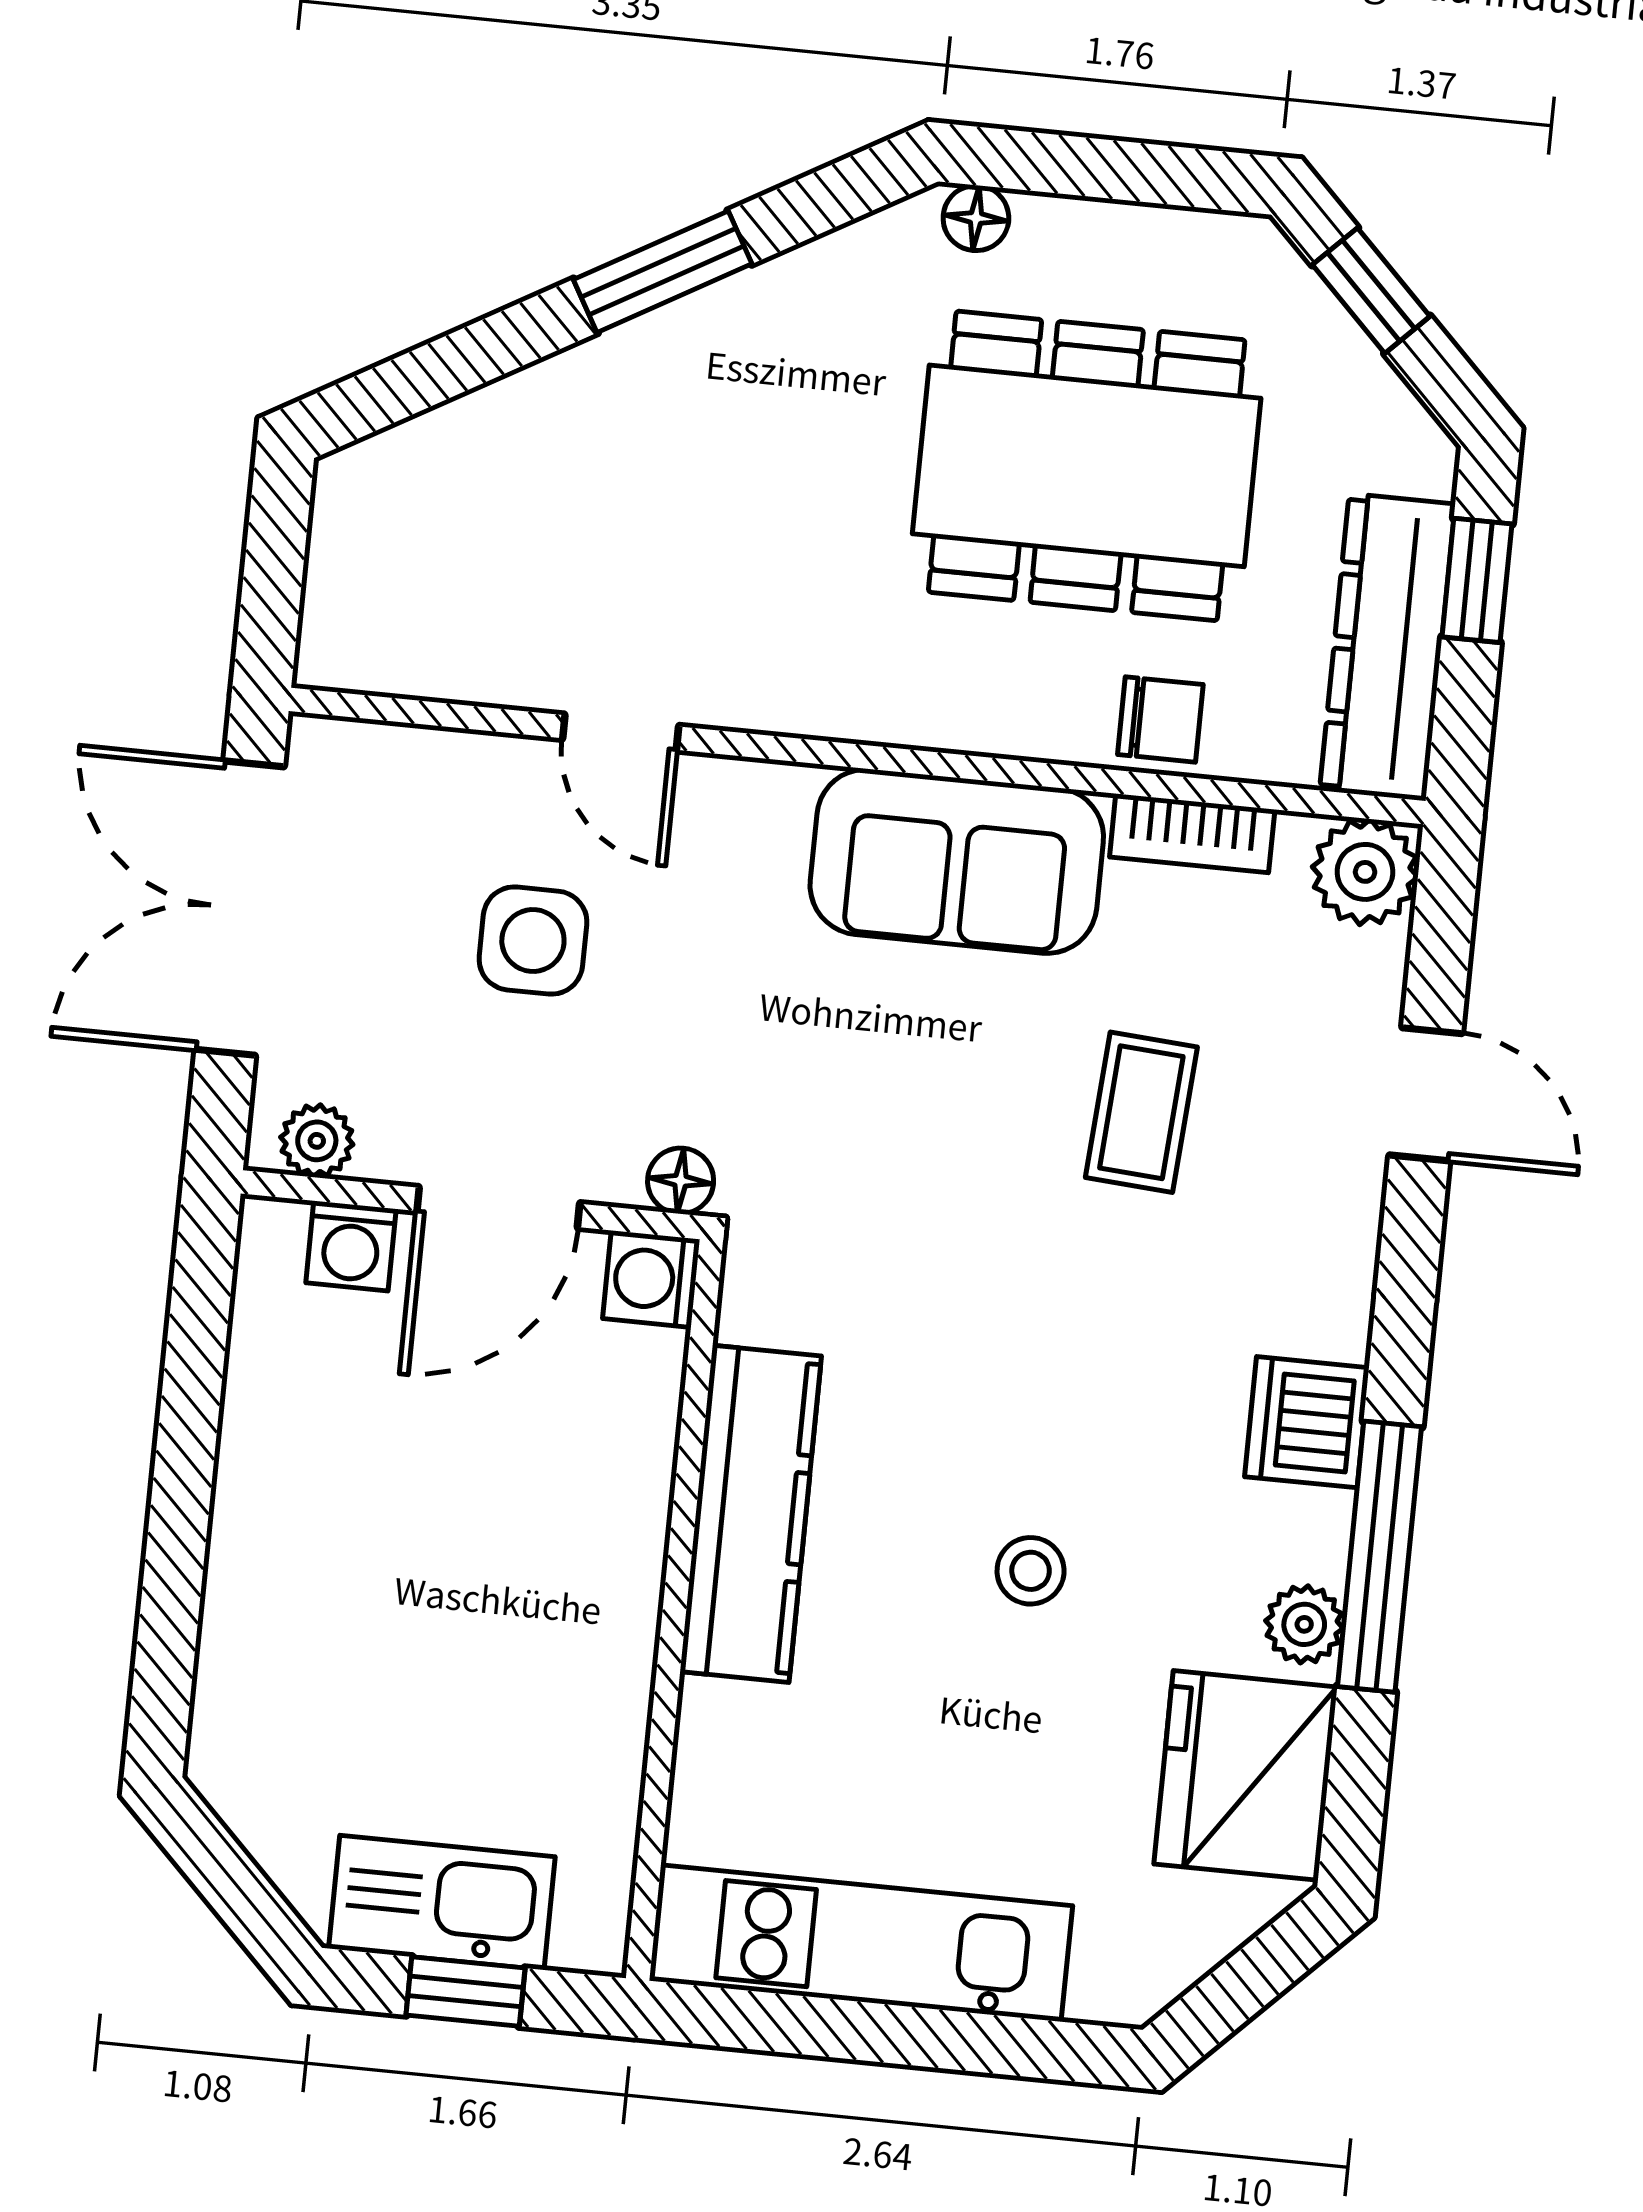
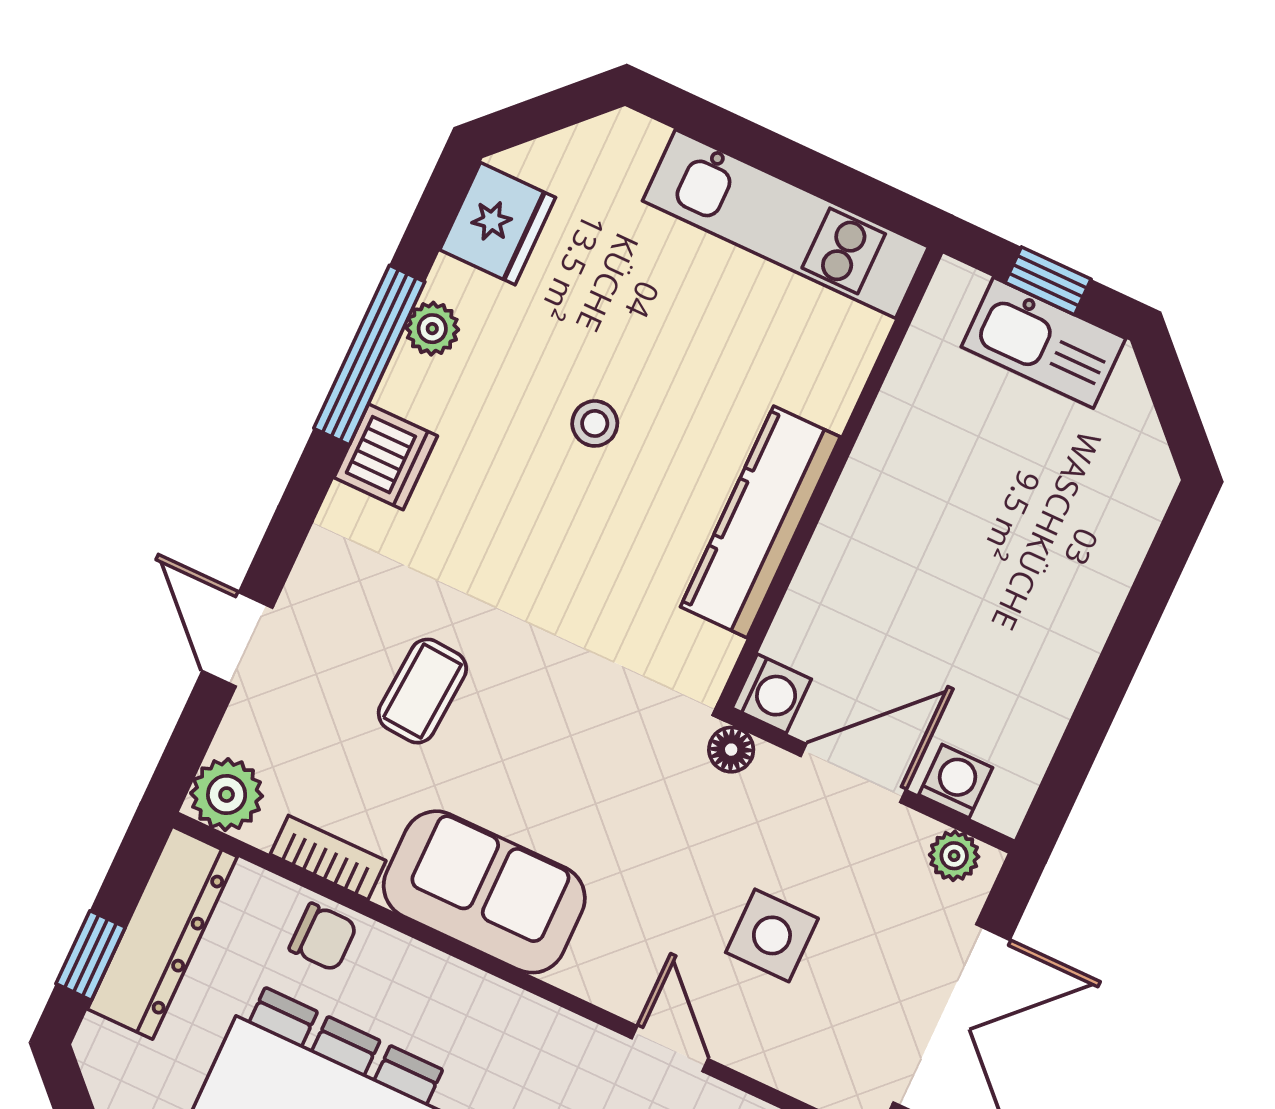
chair: (1160, 720) -> (323, 937), turned 180
fridge: (1246, 1775) -> (498, 224), width x0.73, depth x0.75

